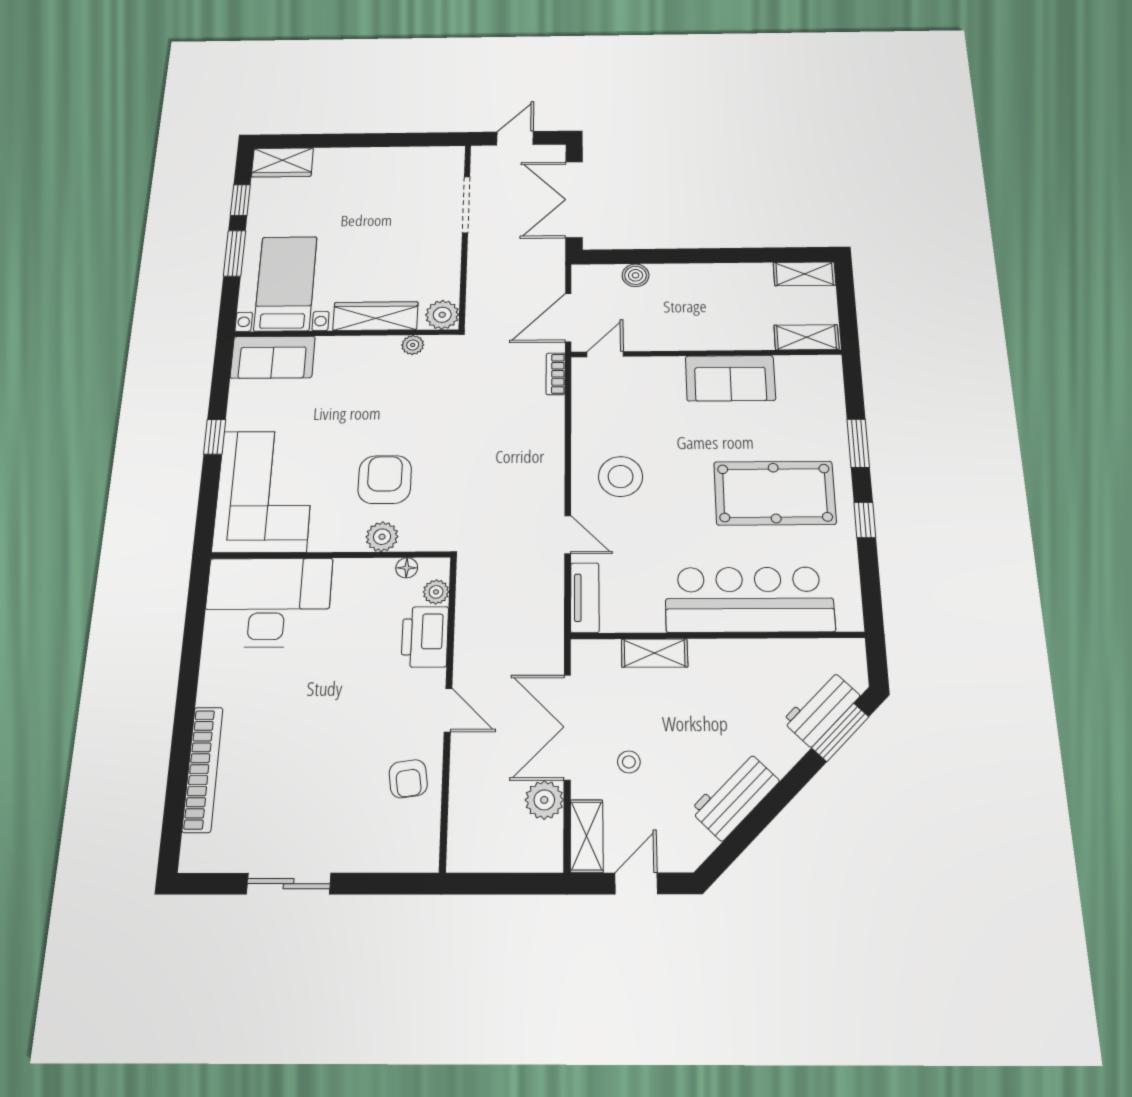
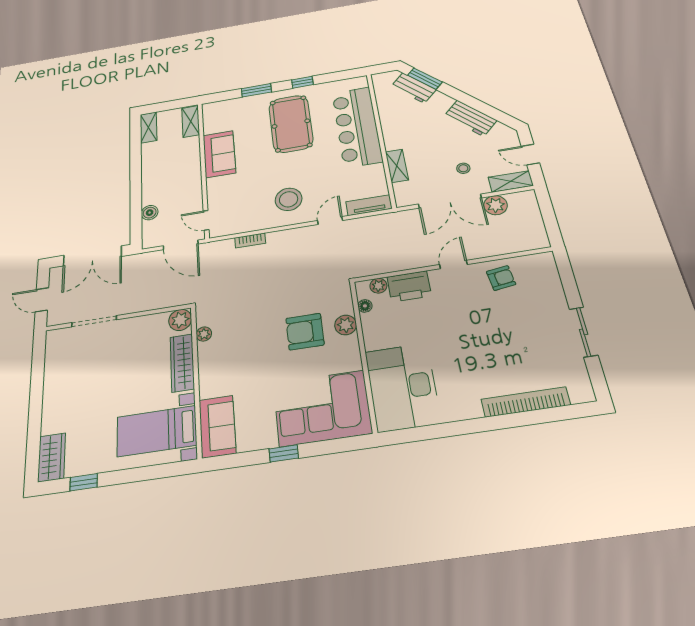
window: (235, 253) -> (131, 475), removed
bookcase: (556, 374) -> (250, 241), moved

